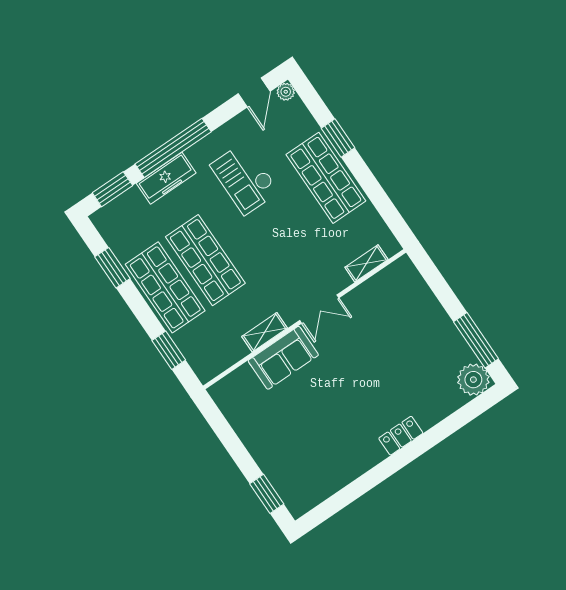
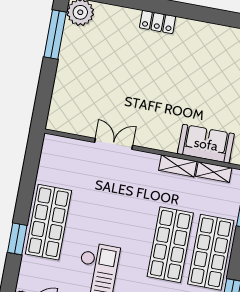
shelving: (366, 263) -> (214, 172), moved
double door: (319, 309) -> (114, 144), moved
sofa: (283, 358) -> (206, 144), moved

